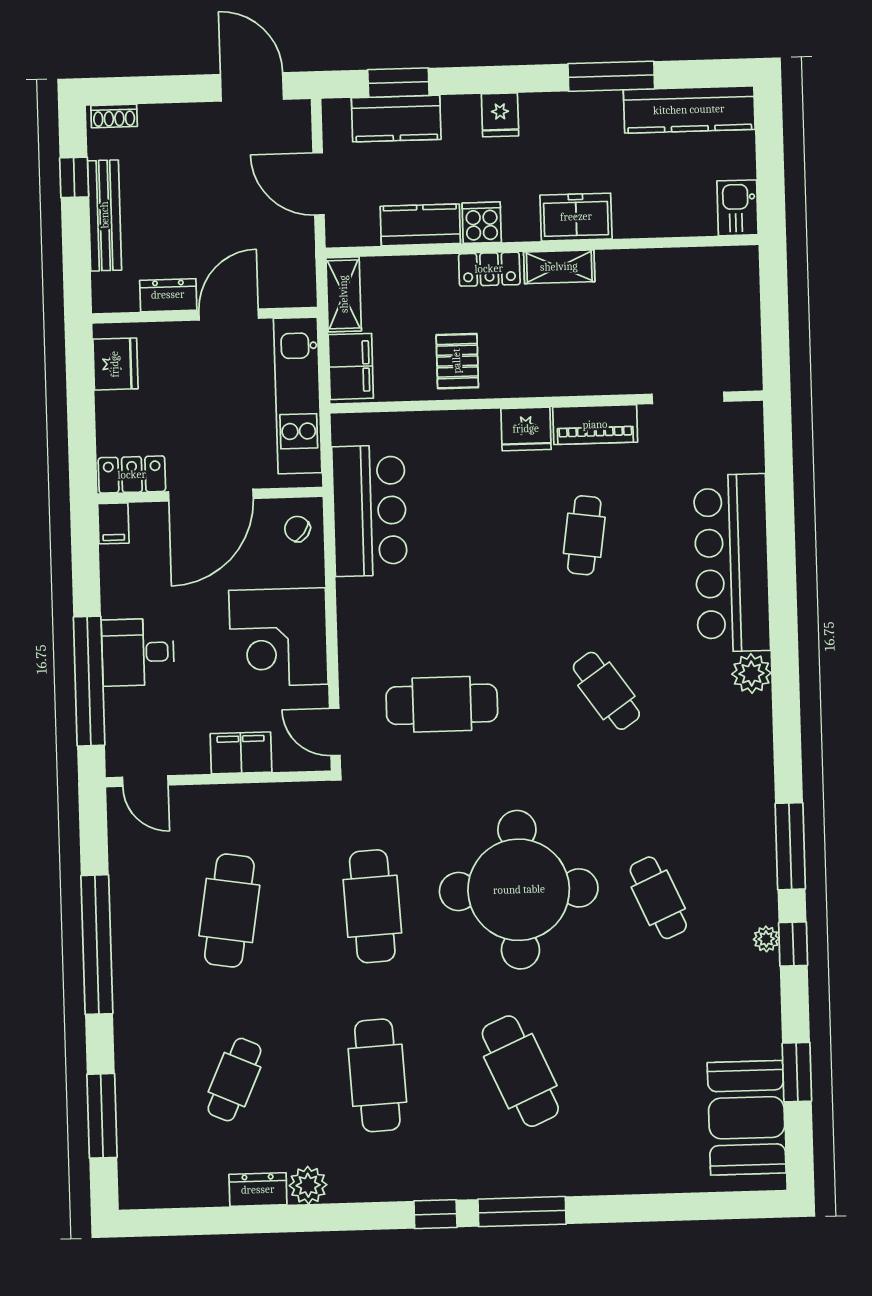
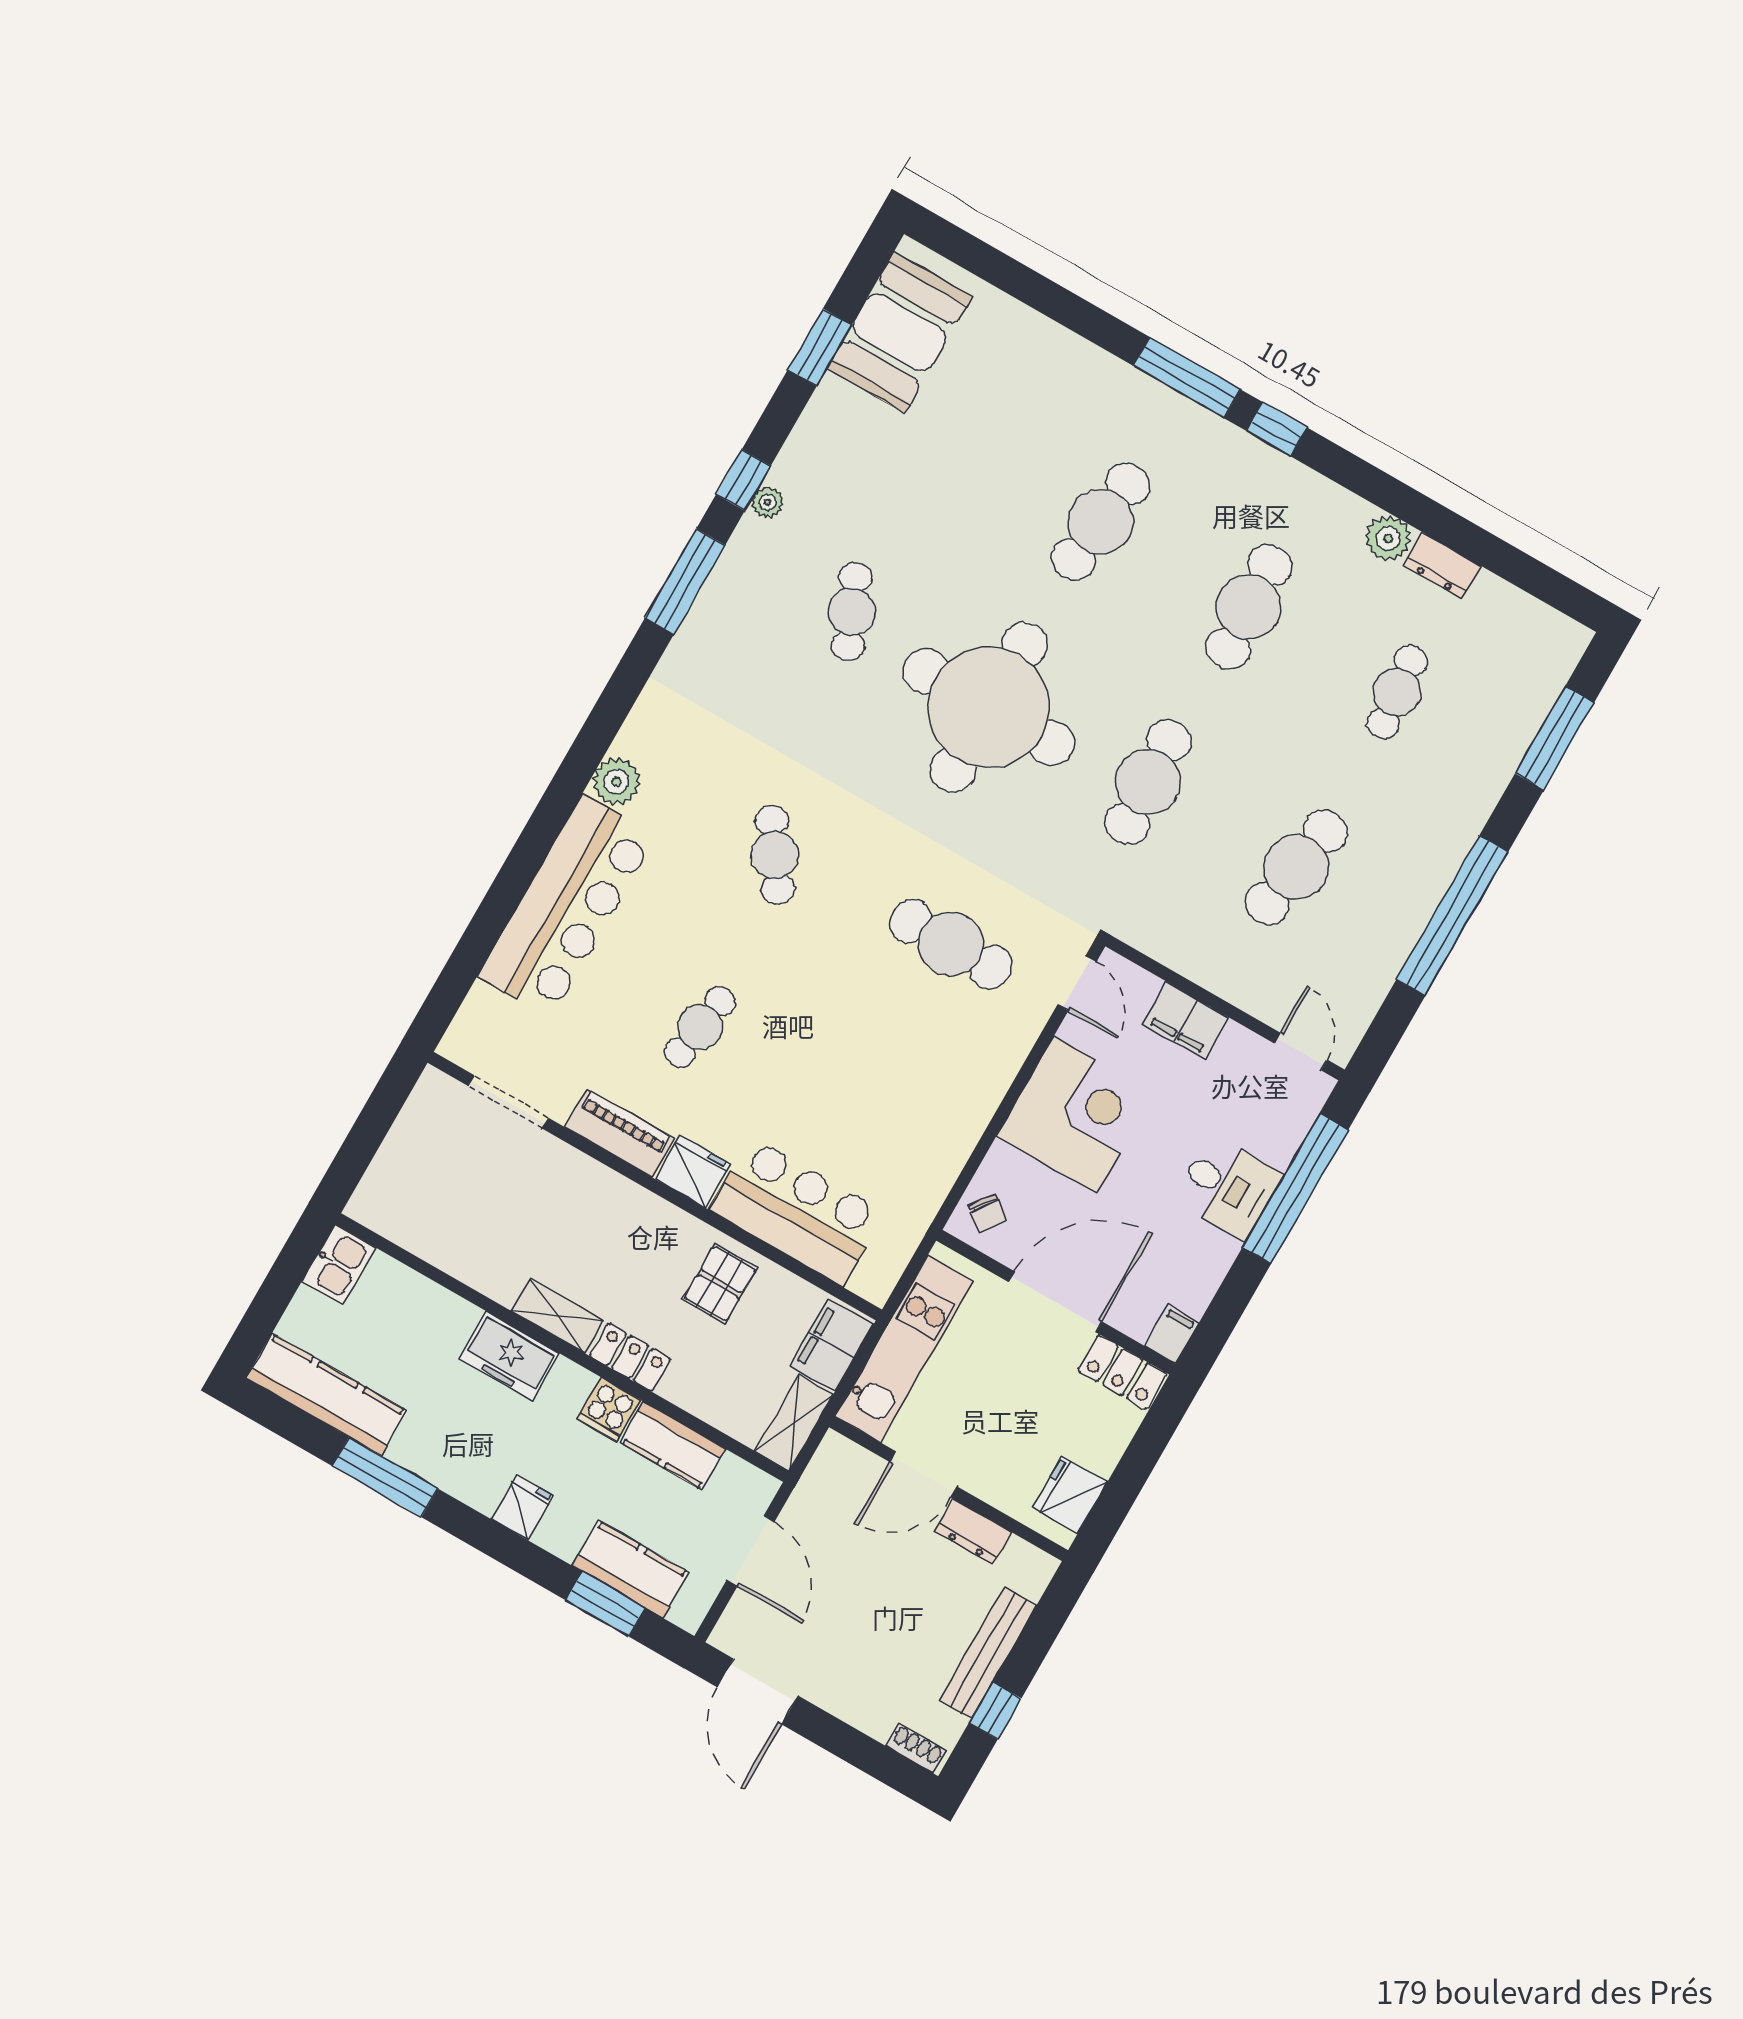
bar counter: (369, 511) -> (797, 1211), moved, turned 90
cafe table: (520, 1071) -> (1101, 522), turned 30
cafe table: (234, 1080) -> (1397, 692), turned -30

